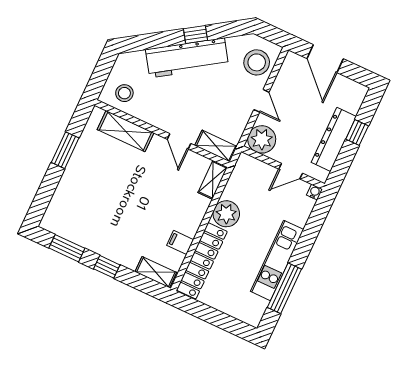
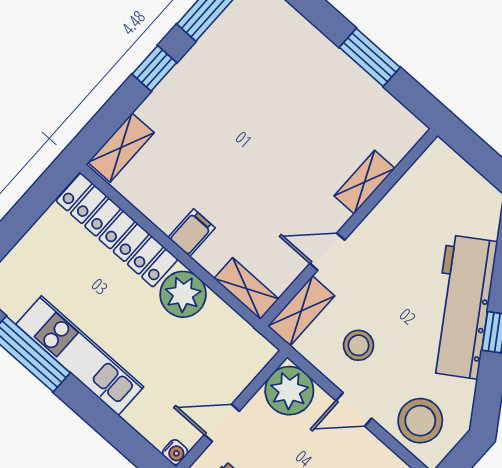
stool: (124, 93) -> (358, 345), moved
shelving: (126, 131) -> (364, 182), width x0.67, depth x0.75
door: (291, 171) -> (222, 423), hinge flipped
filing cabinet: (180, 242) -> (192, 233), moved

